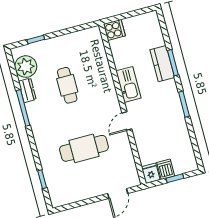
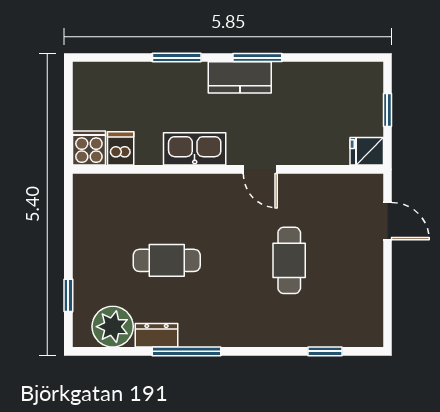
kitchen counter: (162, 64) -> (240, 77), moved
cafe table: (84, 148) -> (289, 260), width x0.73, depth x0.74
dishwasher: (166, 169) -> (121, 148), moved, turned 90

